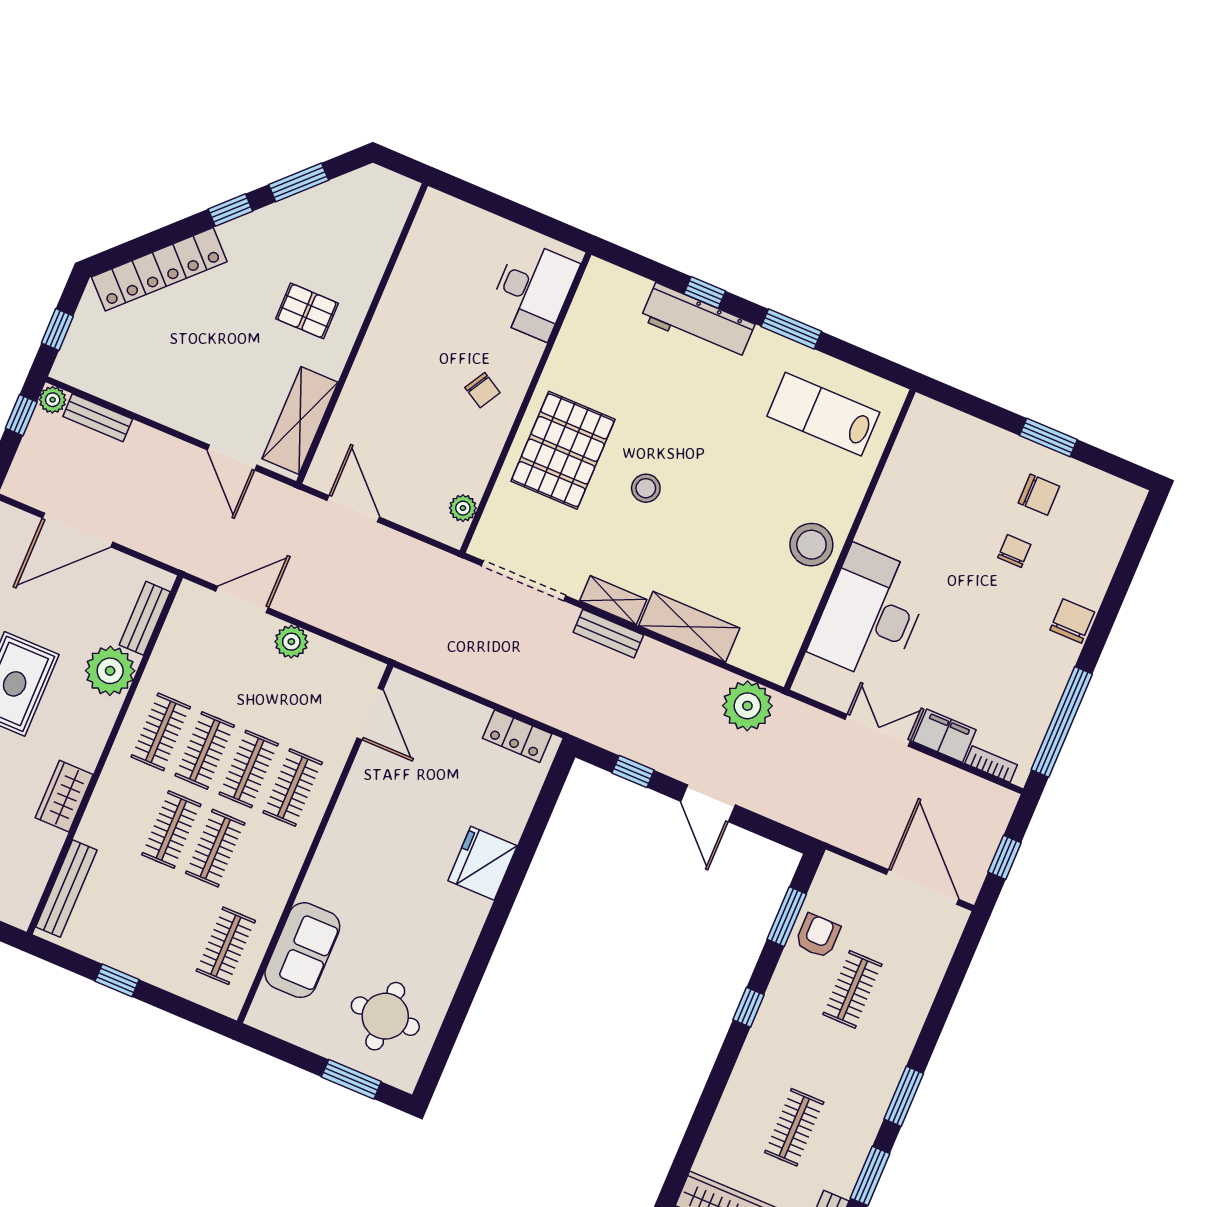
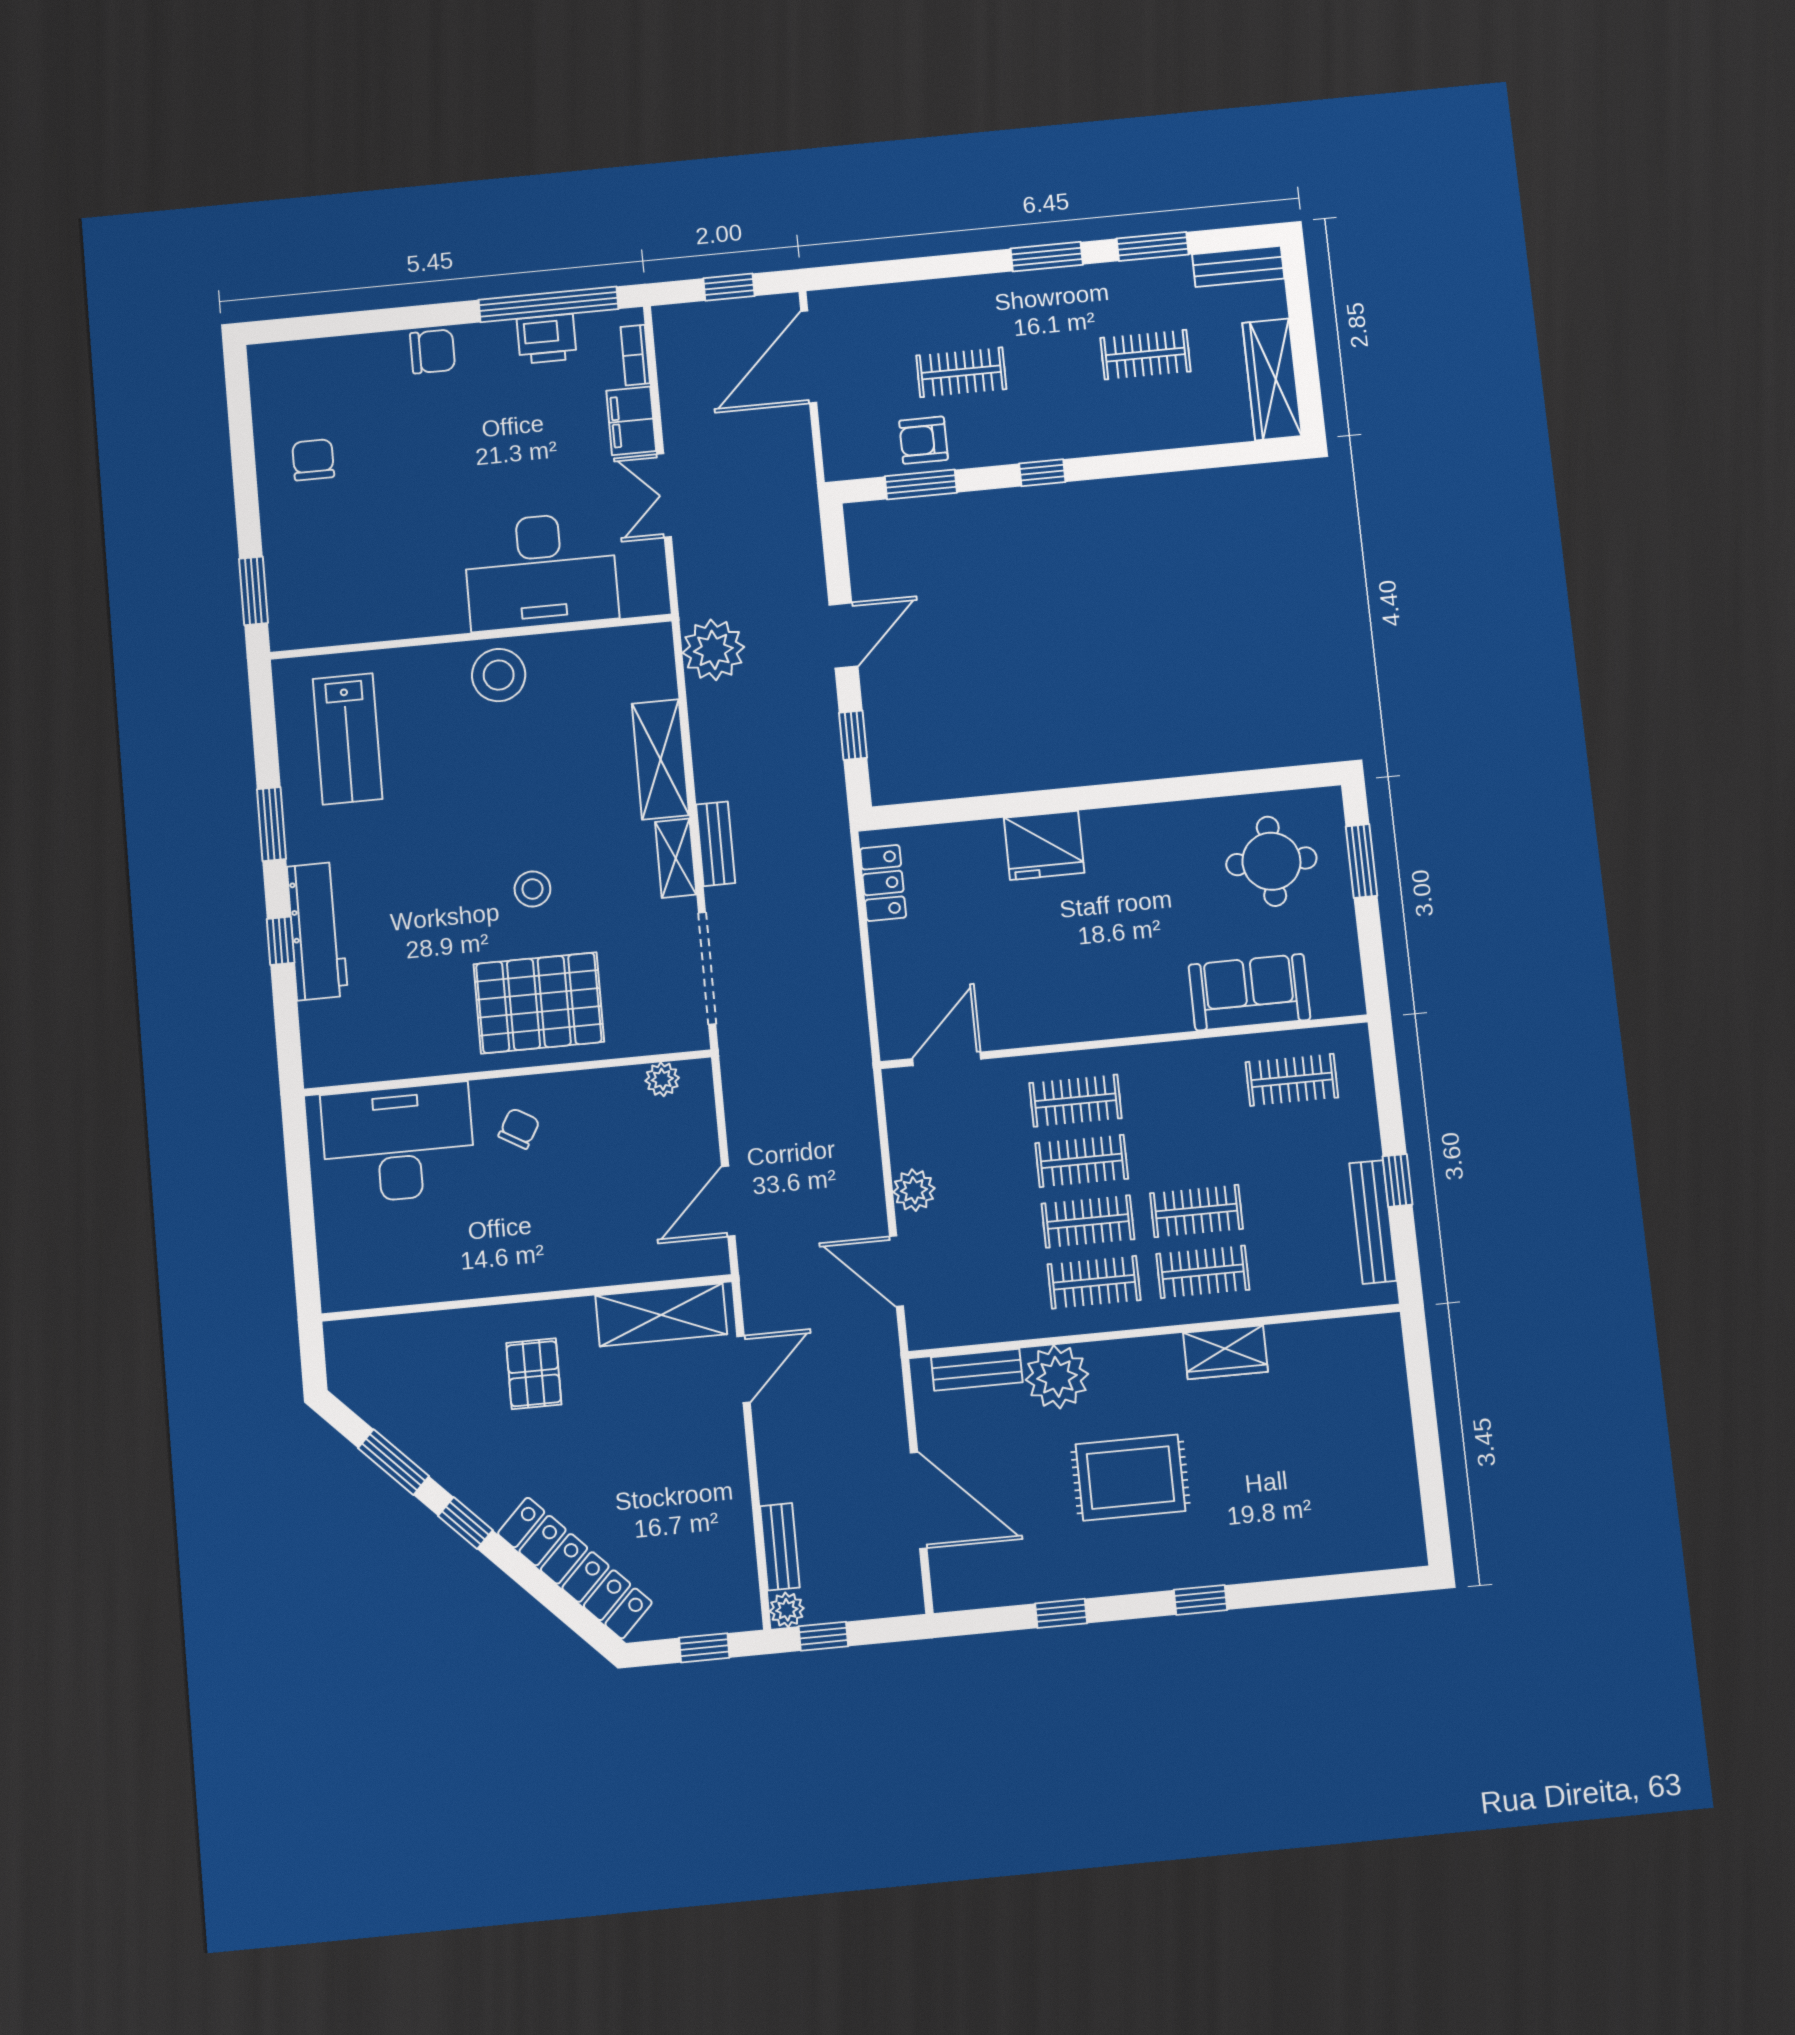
desk: (533, 290) -> (398, 1143), width x1.36, depth x1.30
window: (1048, 438) -> (254, 591), moved
chair: (1014, 551) -> (389, 453), removed
chair: (1072, 621) -> (433, 351), turned 180
printer: (1037, 707) -> (547, 339), added
clothes rail: (215, 848) -> (1203, 1272), moved
bench: (66, 888) -> (1373, 1222), moved, turned 90

